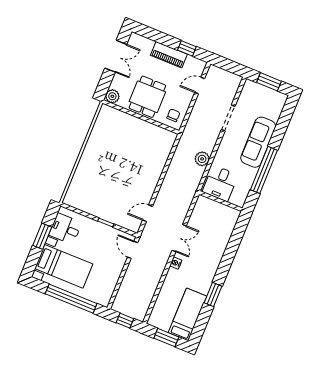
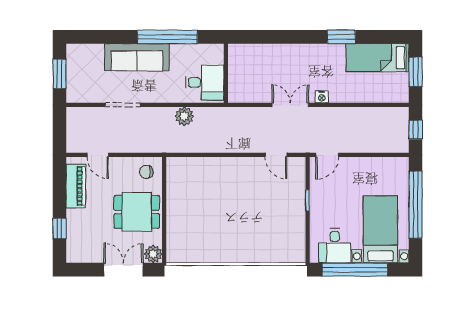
window: (187, 48) -> (59, 228), moved
piano: (169, 55) -> (76, 186), moved
double door: (116, 56) -> (123, 270), moved
window: (42, 236) -> (355, 270), width x2.11

